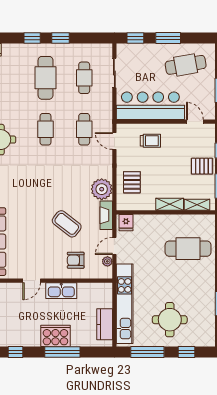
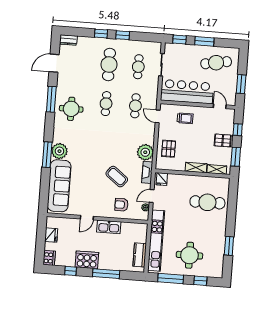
cooker: (55, 336) -> (87, 260), moved

